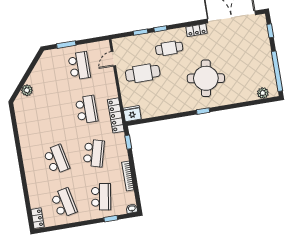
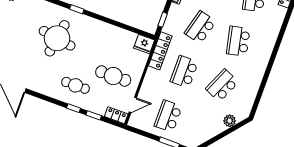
locker: (197, 30) -> (116, 115), moved
school desk: (49, 116) -> (222, 85), added

